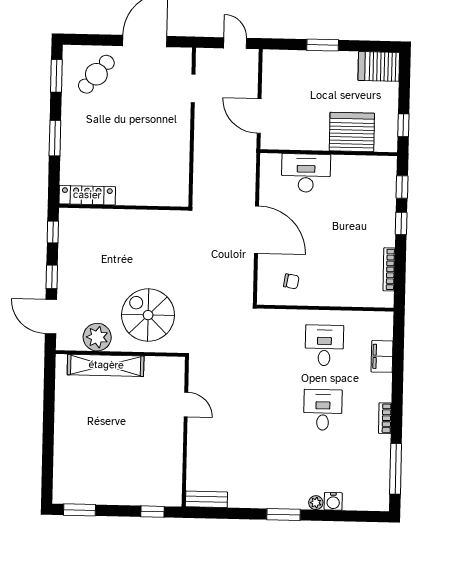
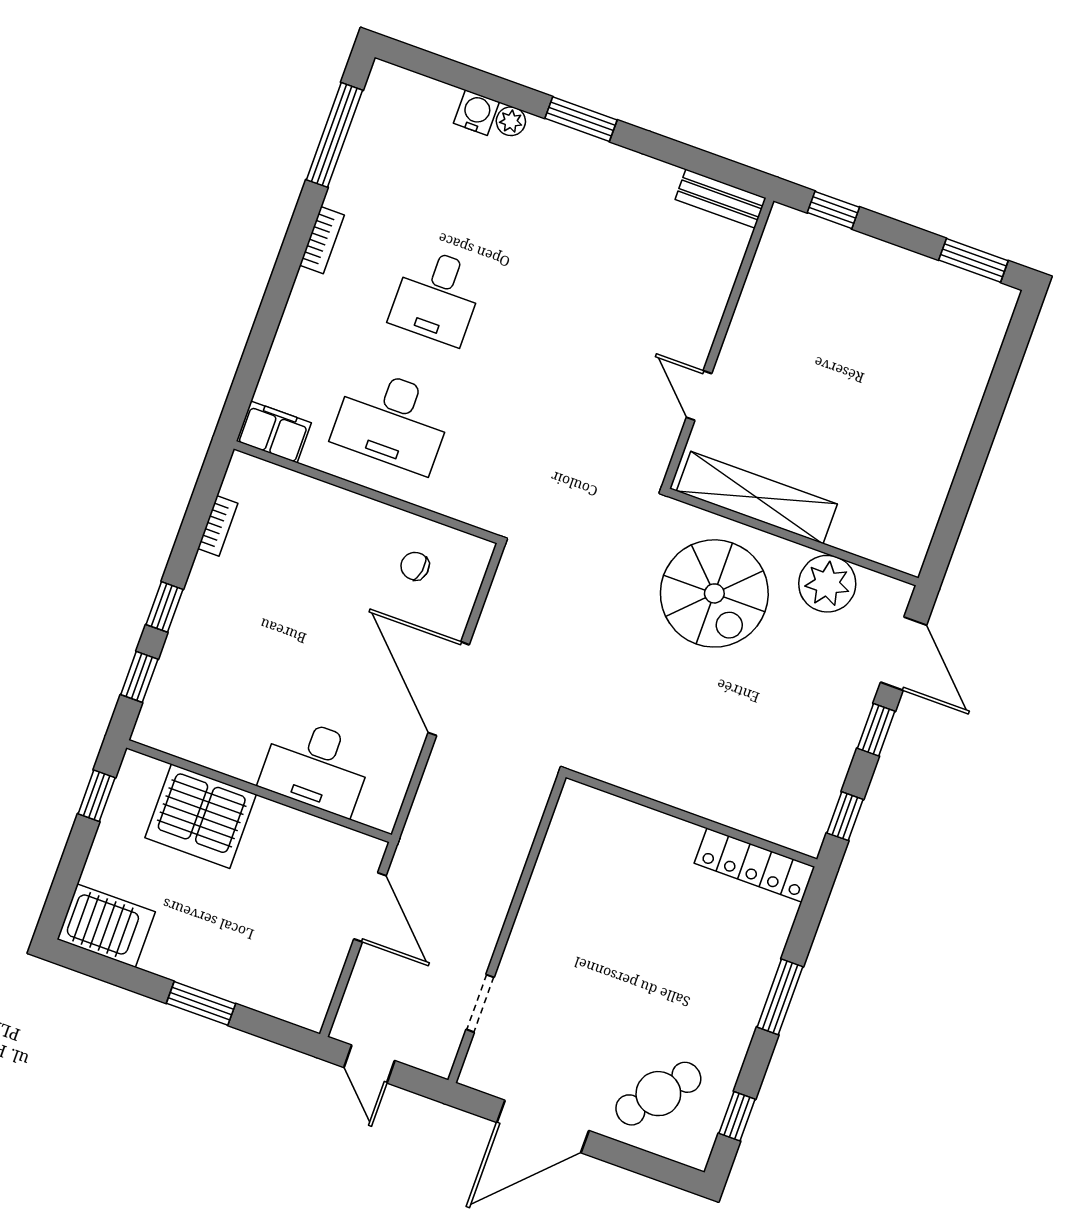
window: (56, 76) -> (737, 1116), width x0.67
bookcase: (389, 269) -> (218, 526), width x0.64
desk: (324, 345) -> (392, 421), width x1.37
filing cabinet: (382, 356) -> (274, 432), moved, turned -90
shelving: (106, 365) -> (757, 498), moved

